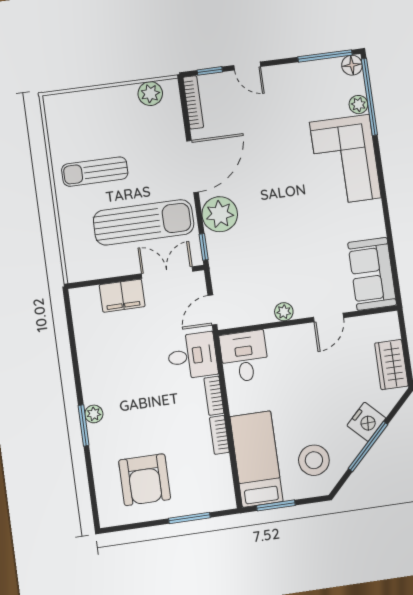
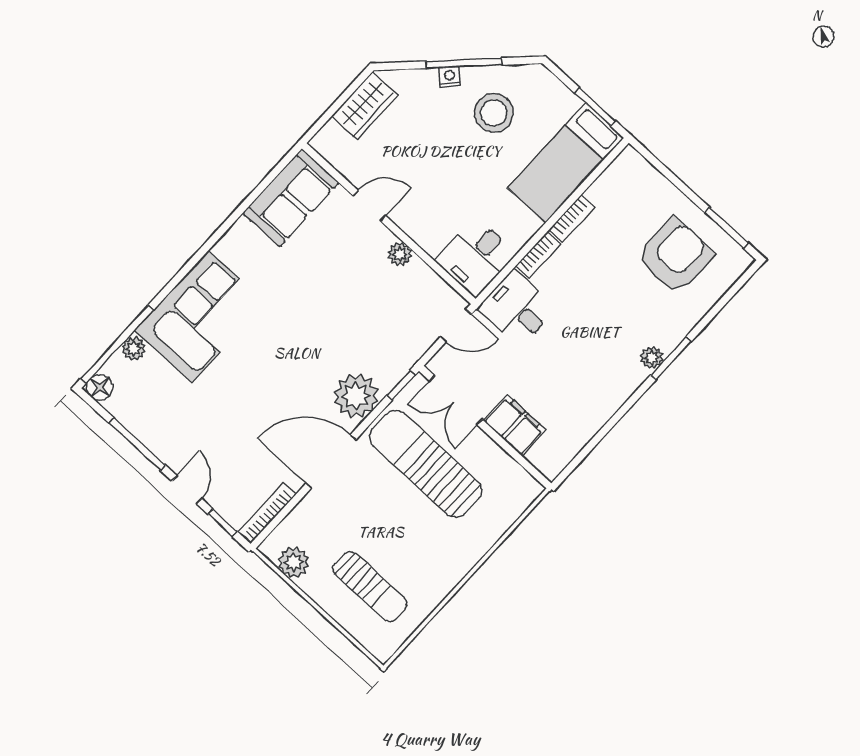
window: (325, 56) -> (137, 444), moved
sun lounger: (95, 172) -> (370, 586), moved
nightstand: (366, 422) -> (450, 77), width x0.53, depth x0.56
stool: (314, 460) -> (494, 113), moved
window: (189, 518) -> (726, 228), moved

